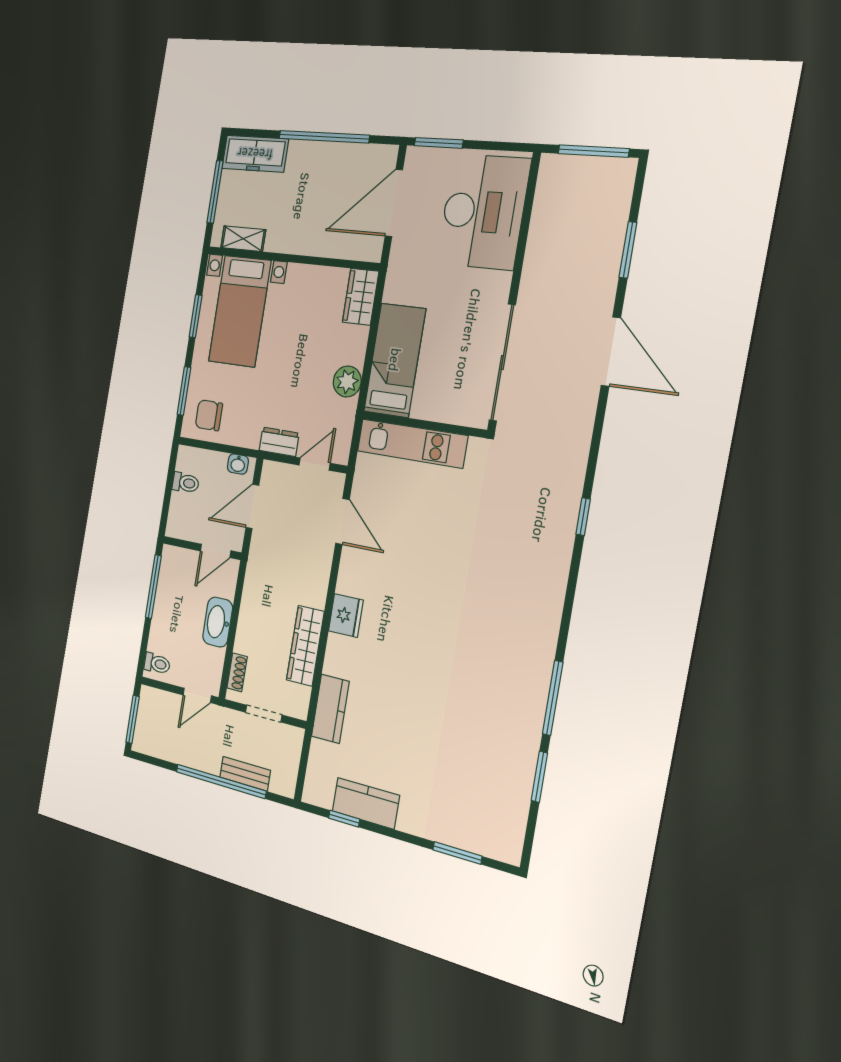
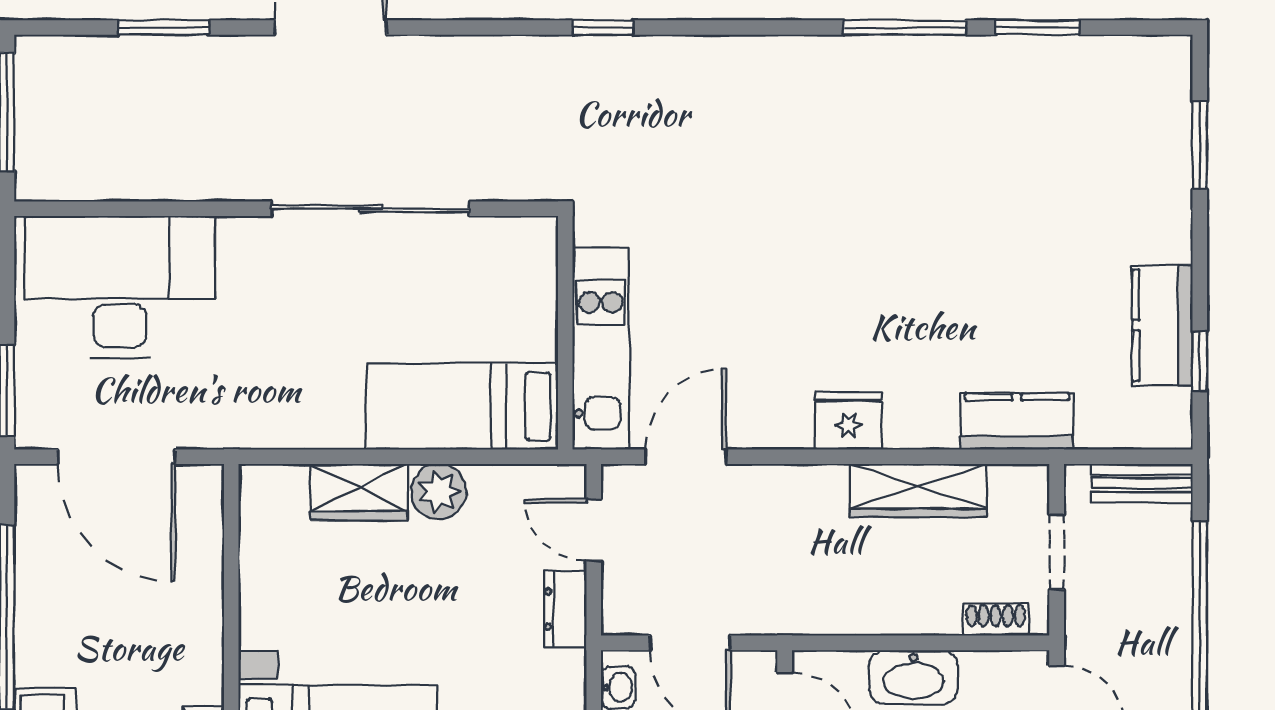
wardrobe: (361, 297) -> (359, 492), moved
bed: (395, 360) -> (462, 406), moved
wall: (424, 424) -> (565, 333), moved
kitchen unit: (412, 443) -> (601, 349), moved
bench: (245, 774) -> (1142, 483), moved, turned 90

